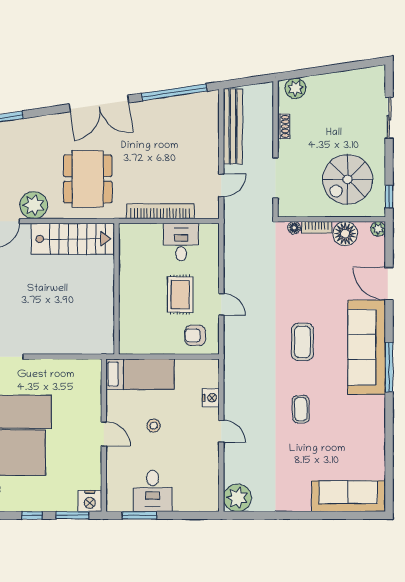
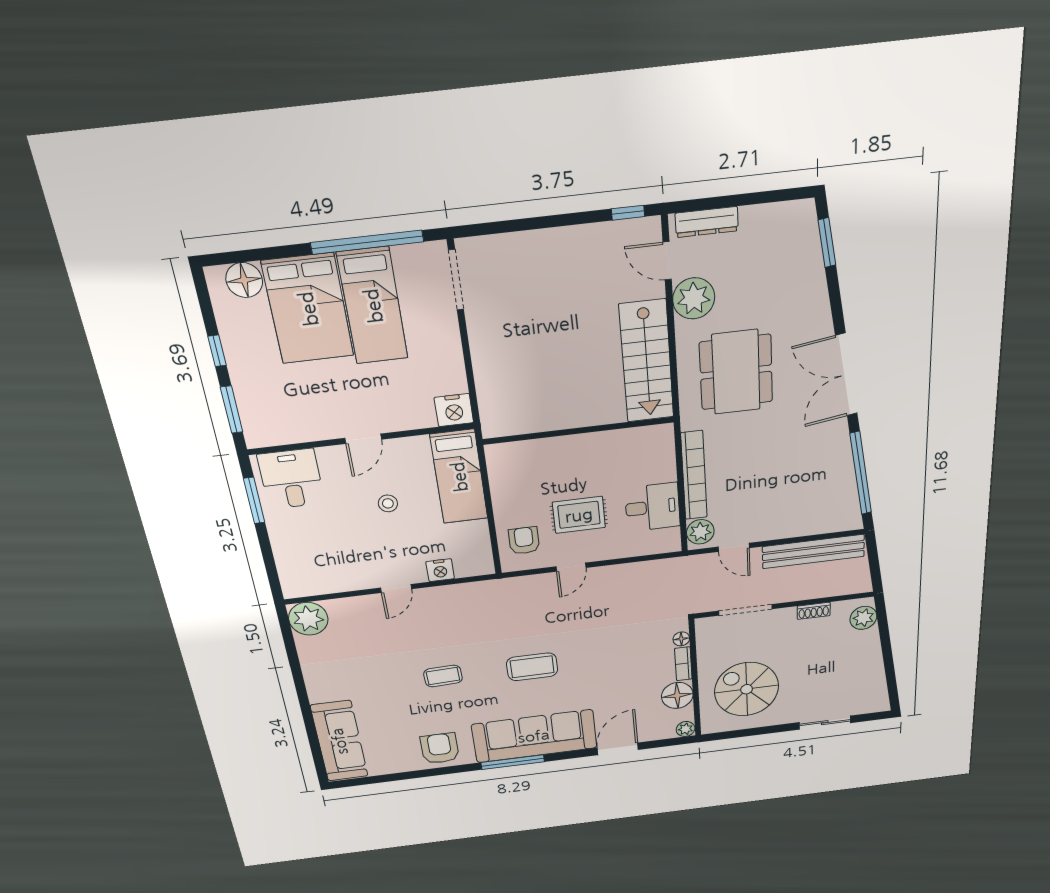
dining table: (88, 179) -> (736, 372), turned 90
window: (389, 197) -> (727, 735), removed
plant: (205, 209) -> (700, 532), added
armchair: (367, 422) -> (440, 748), added
desk: (153, 491) -> (291, 479), moved, turned 90
nightstand: (90, 501) -> (454, 410), moved, turned -90

